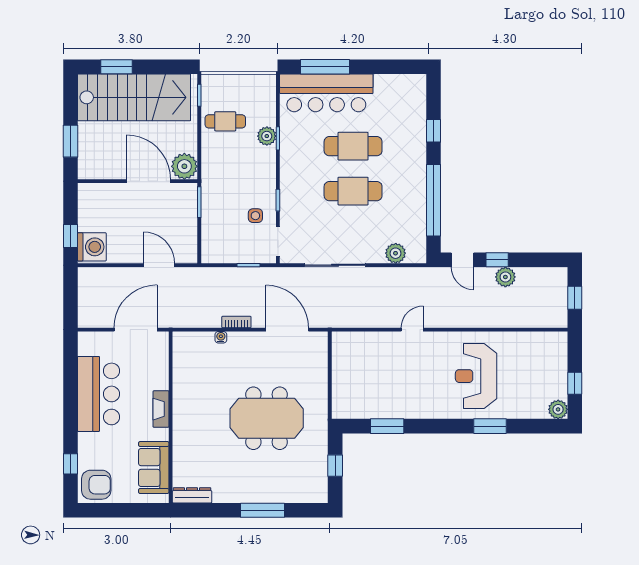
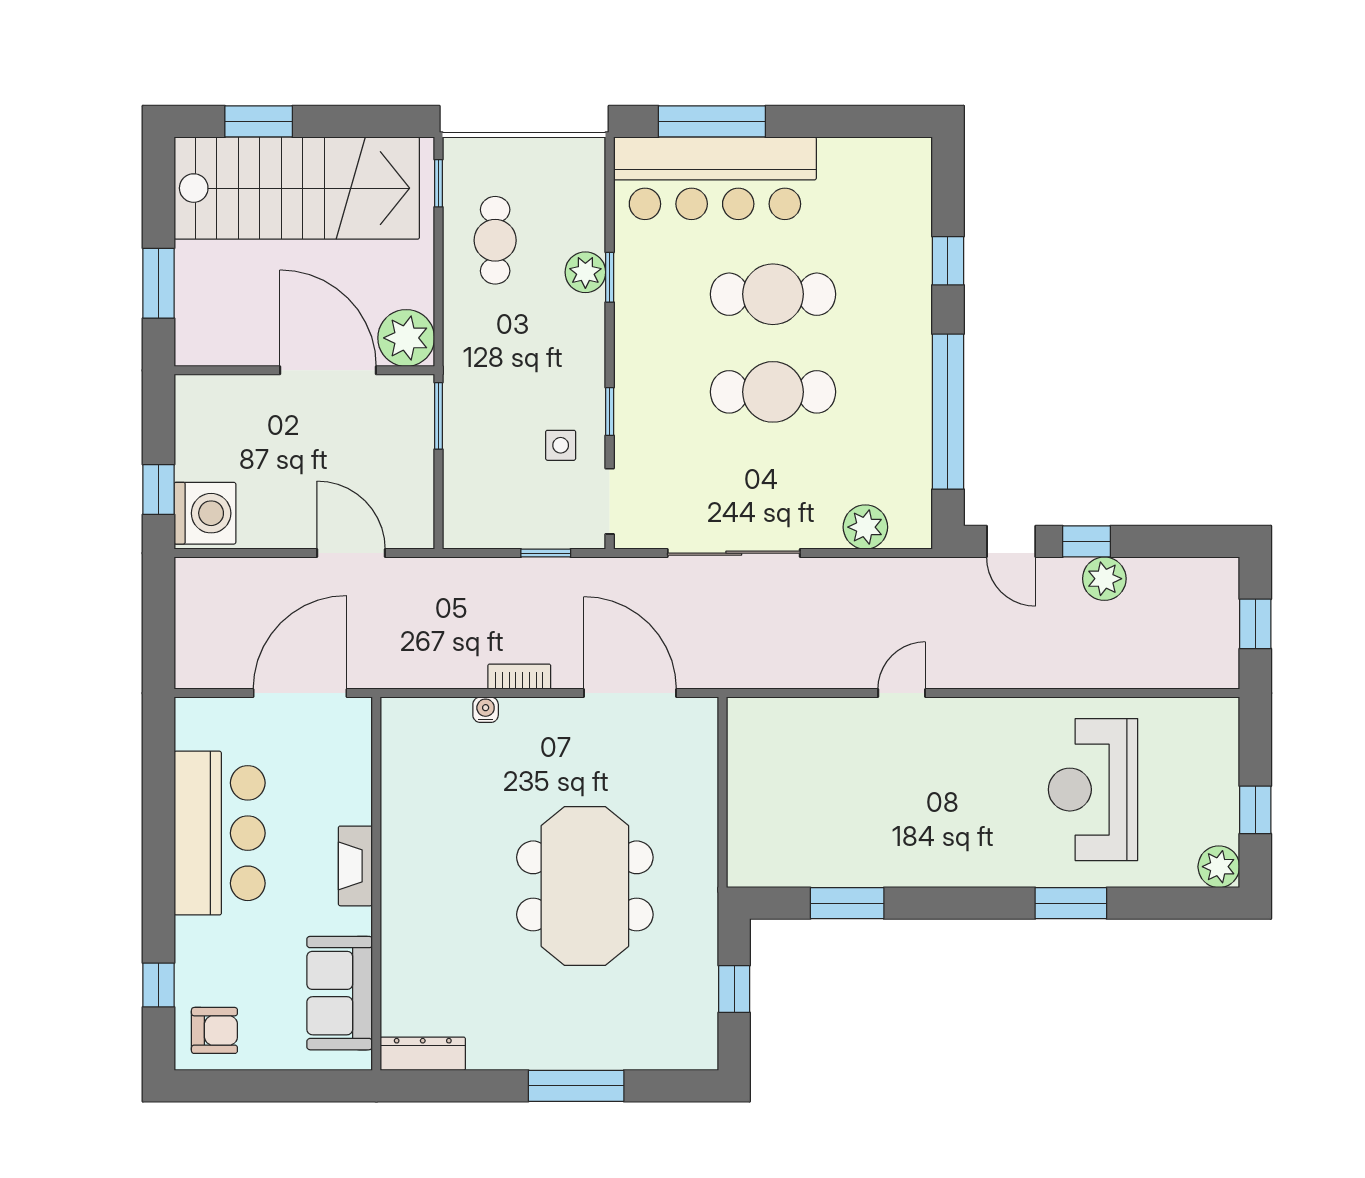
cafe table: (225, 121) -> (495, 240), turned 90
reception desk: (476, 376) -> (1093, 790), moved
meeting table: (267, 418) -> (585, 886), turned 90
armchair: (96, 485) -> (214, 1030), width x0.72, depth x0.72

